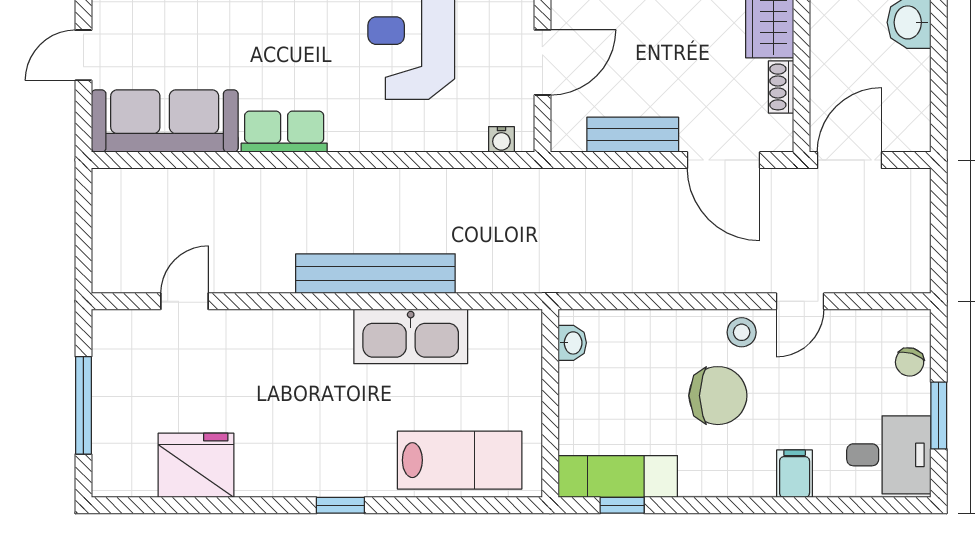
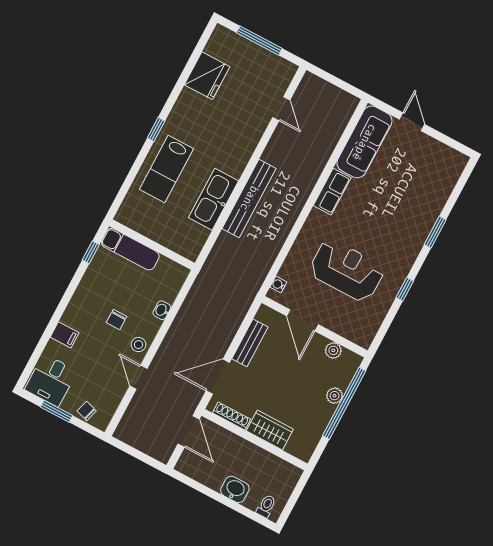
shoe rack: (781, 87) -> (232, 416), width x1.43
washbasin: (572, 343) -> (162, 310), moved, turned 90
chair: (718, 396) -> (116, 320), width x0.54, depth x0.54
lab bench: (460, 460) -> (166, 169), moved
exam couch: (618, 477) -> (130, 249), moved, turned 90

